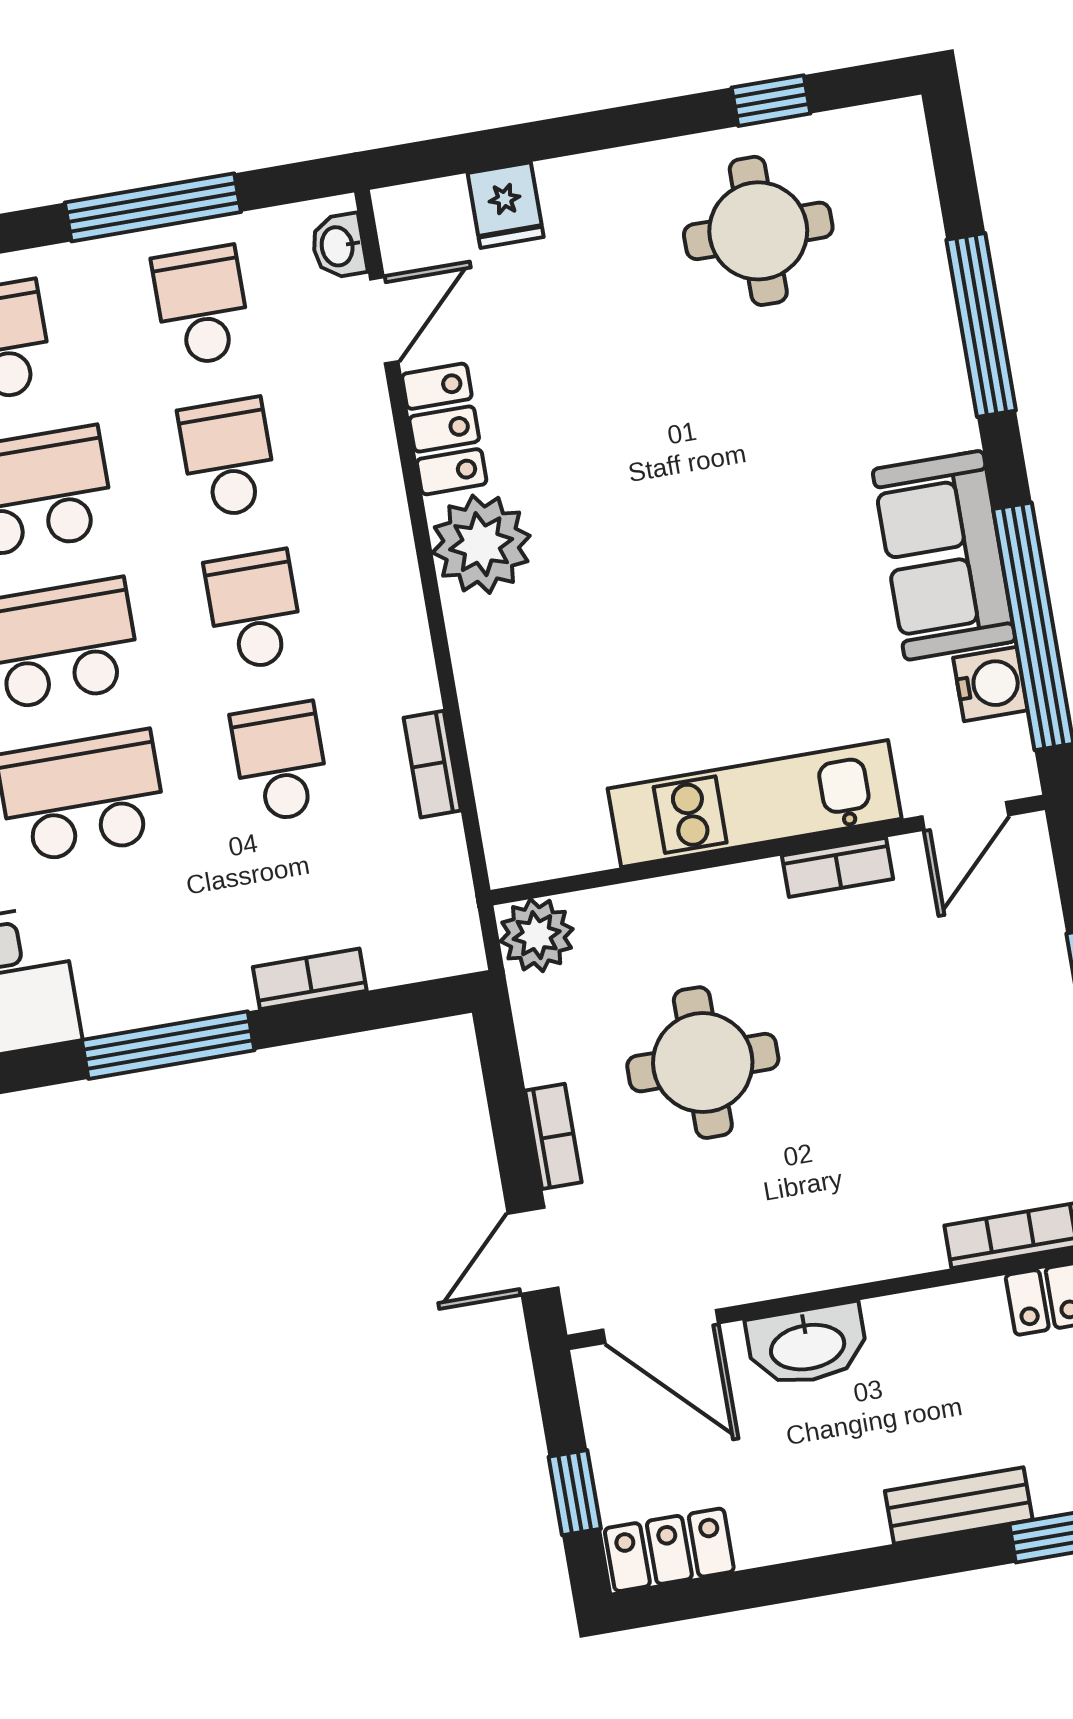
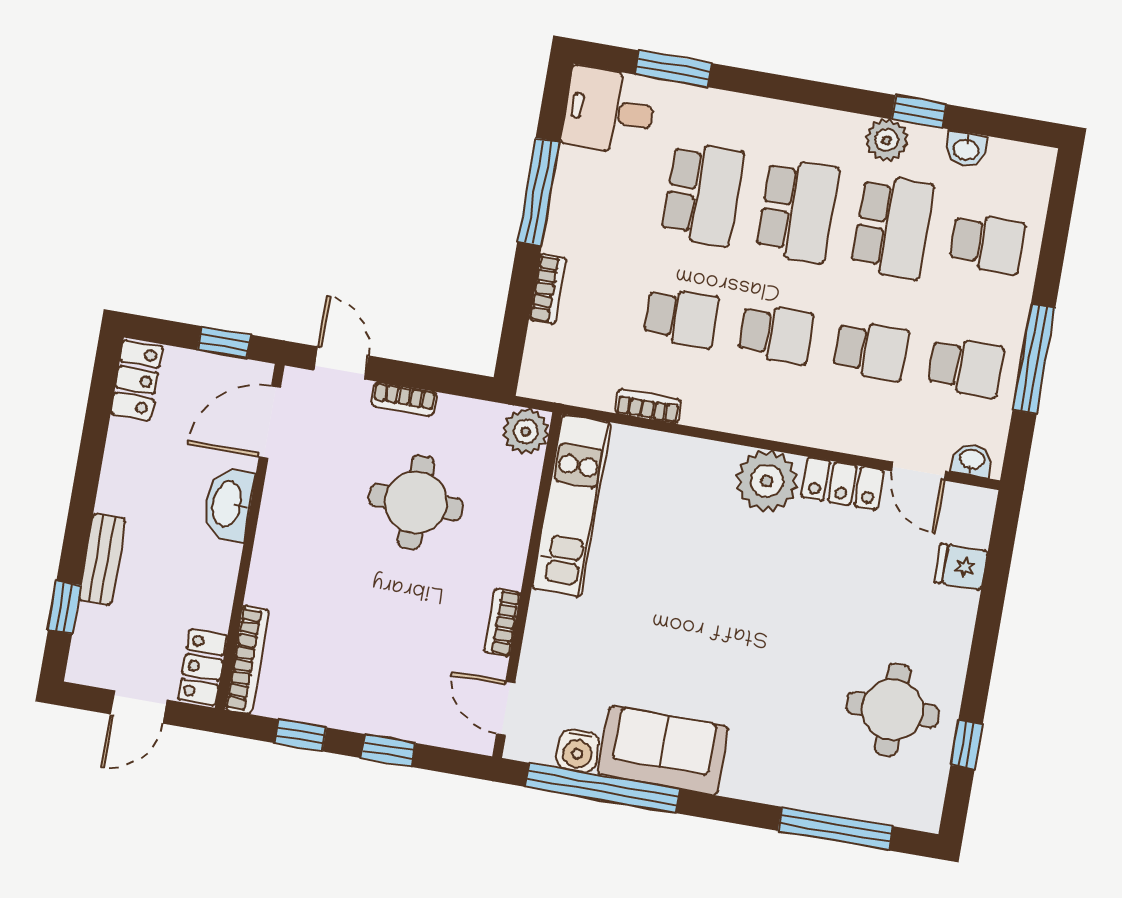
window: (981, 325) -> (835, 829), moved
kitchen unit: (755, 804) -> (571, 506), moved
window: (575, 1493) -> (224, 342), moved

